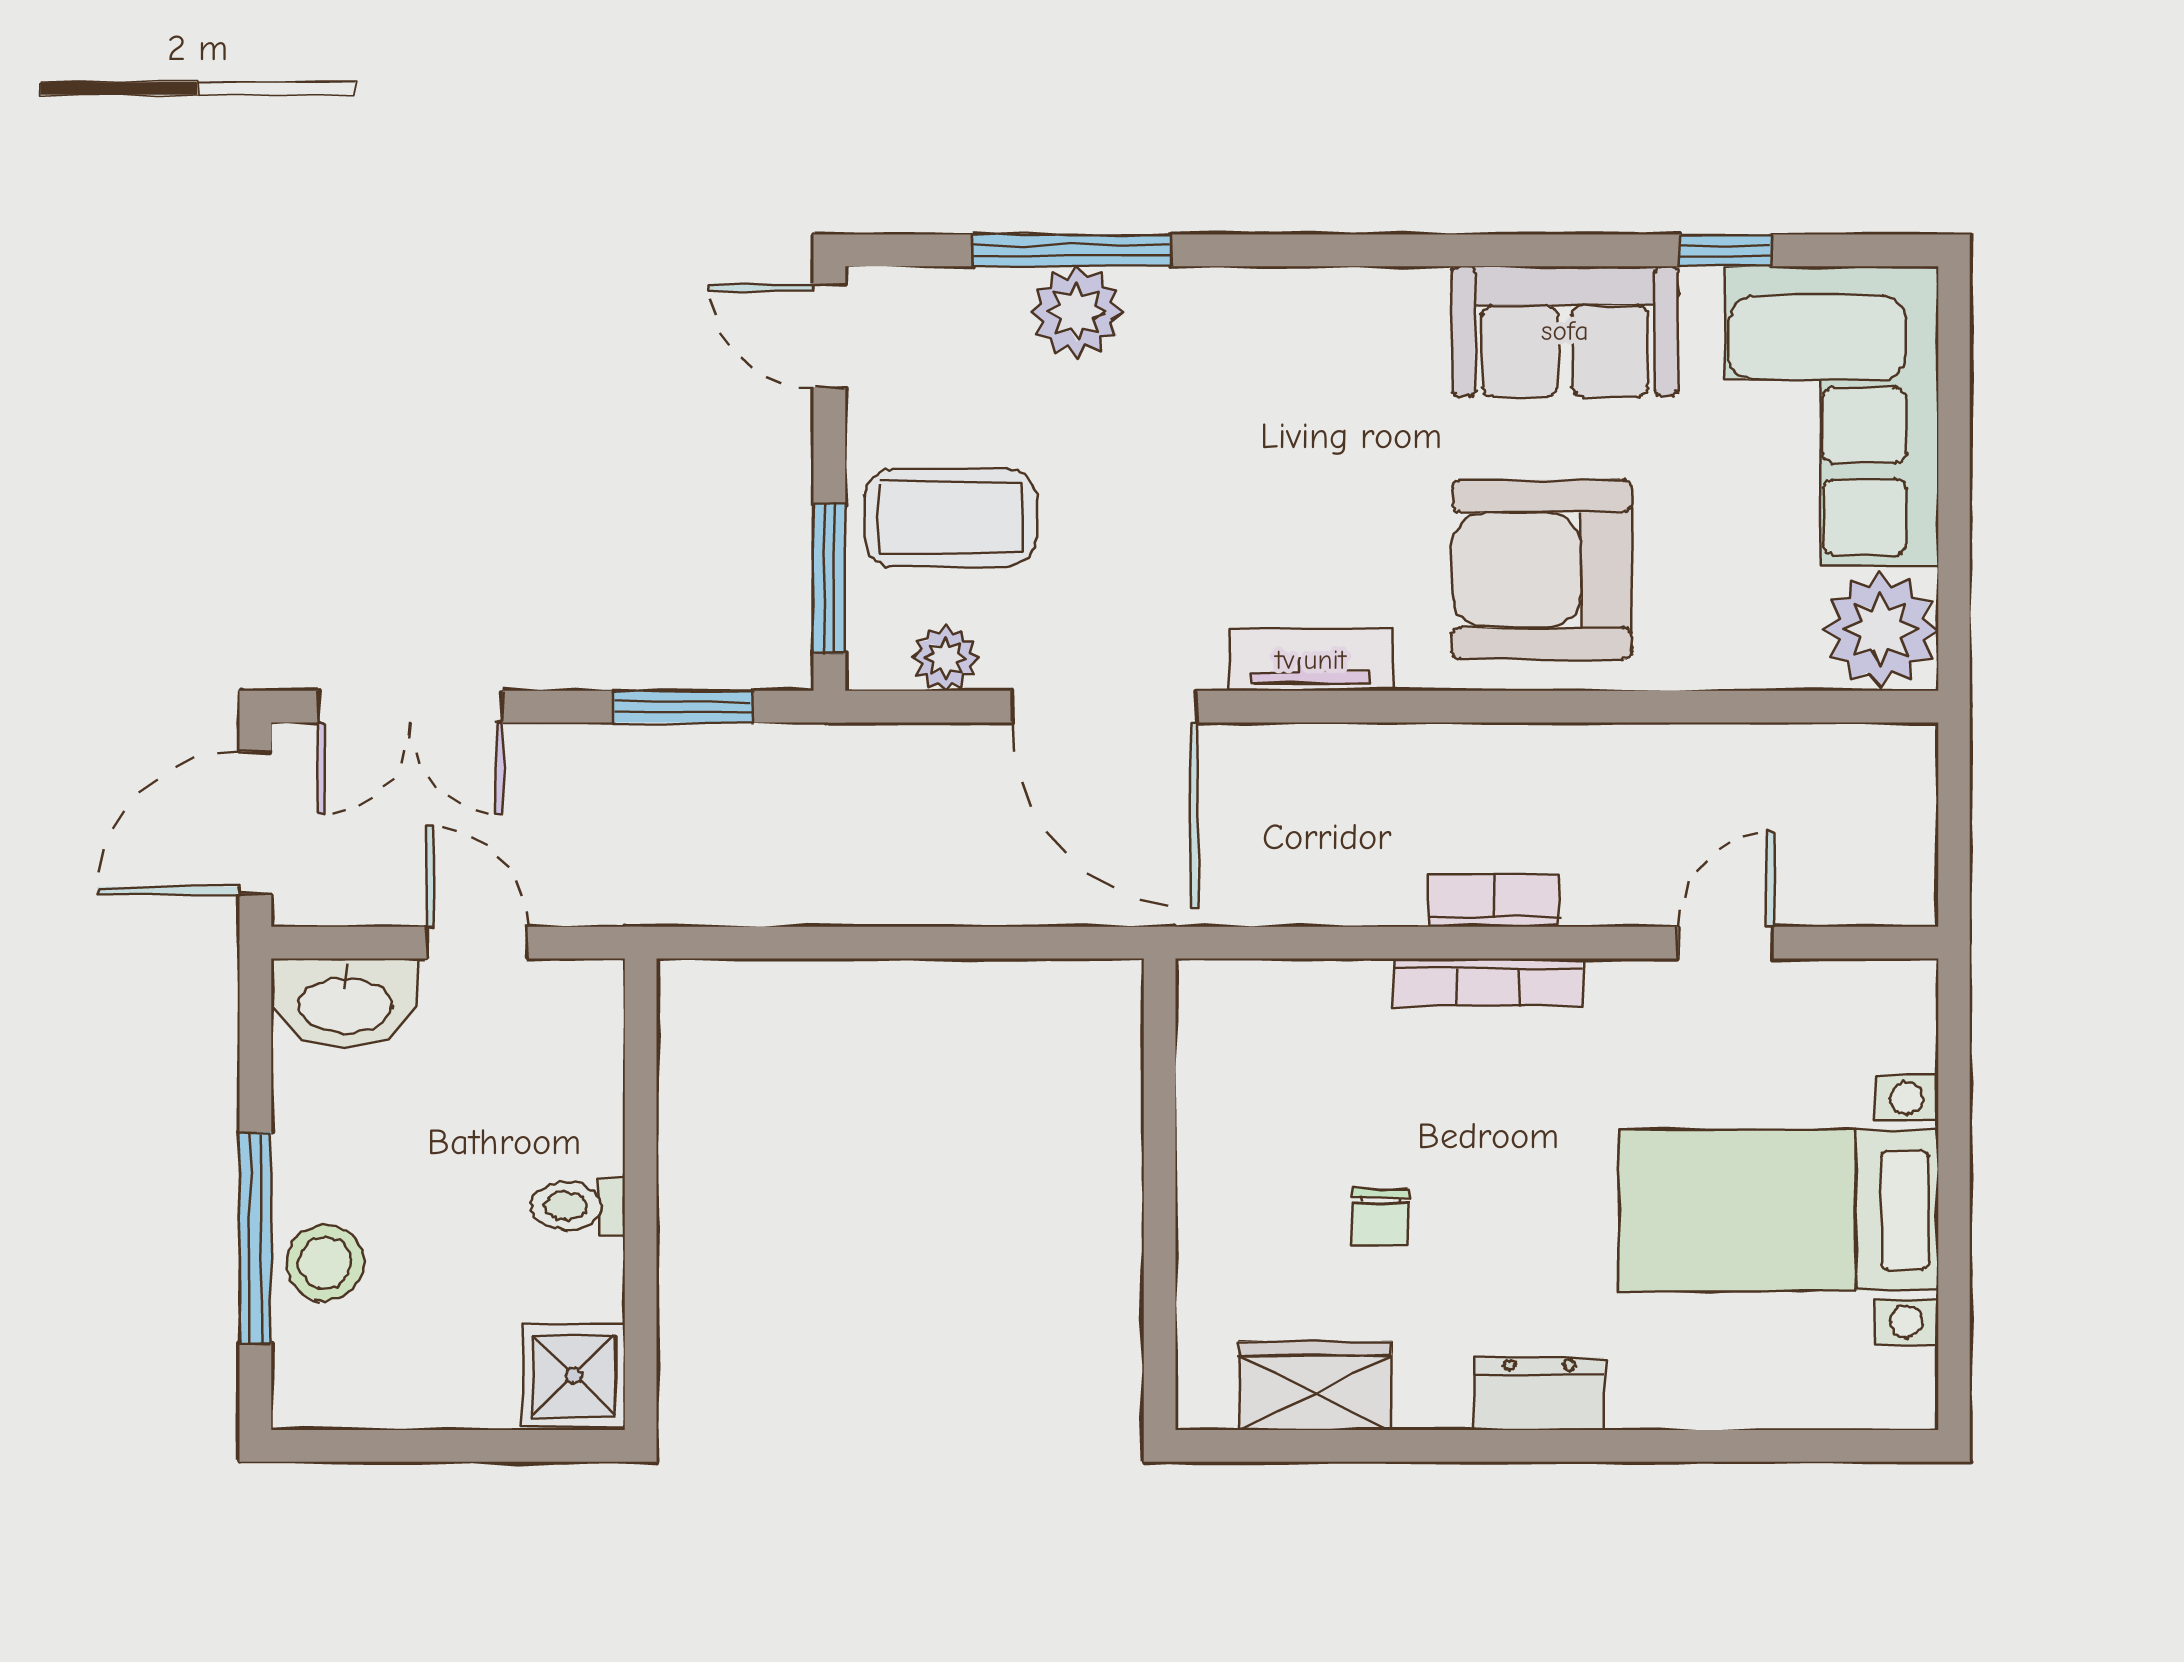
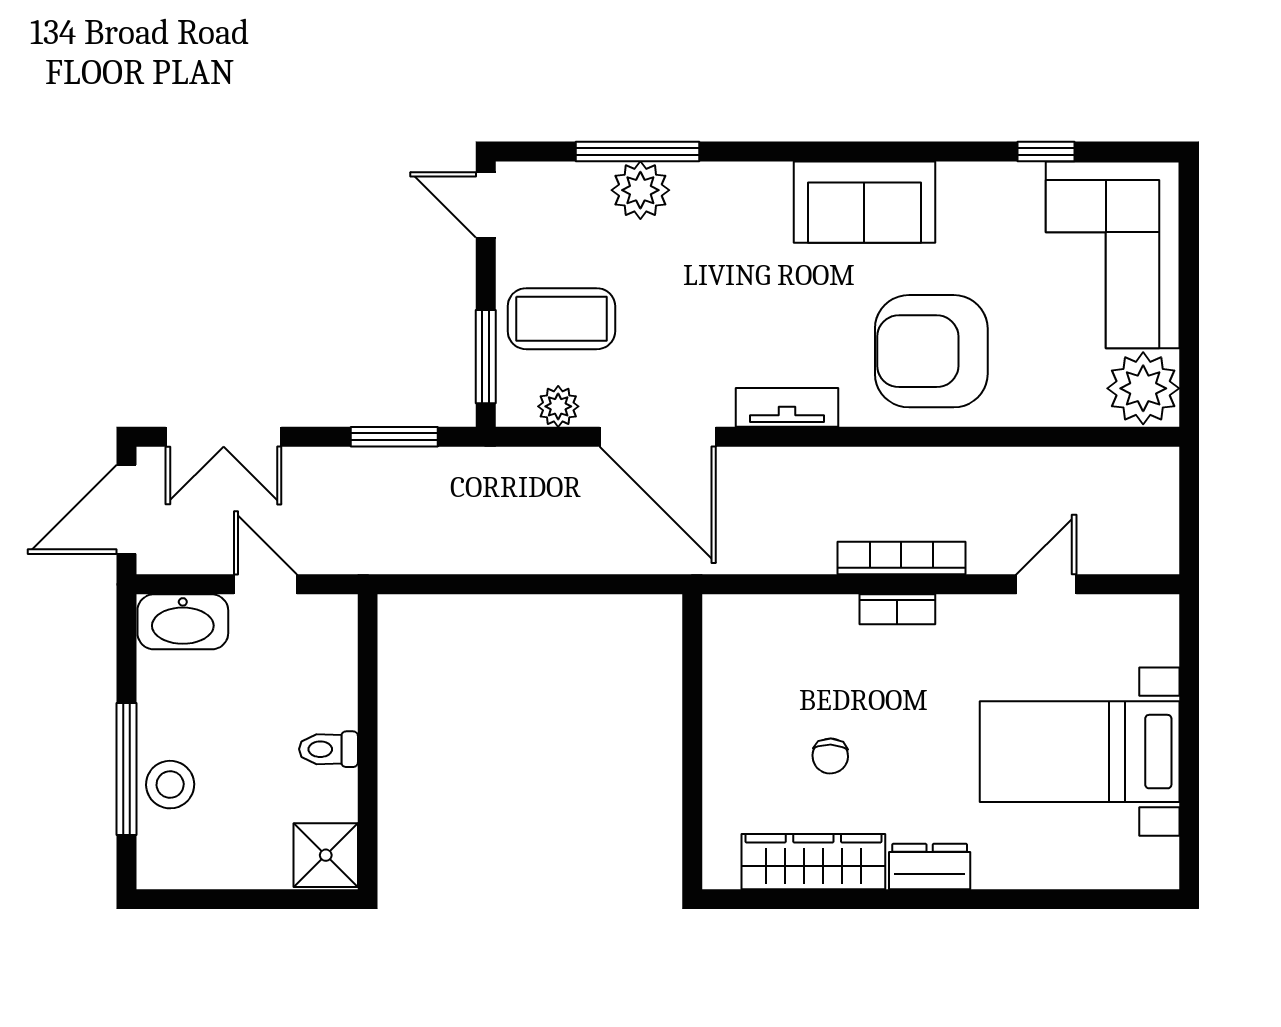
sofa: (1565, 331) -> (864, 202), moved
bookcase: (1494, 901) -> (901, 558), width x1.56
bookcase: (1488, 982) -> (897, 609), width x0.64
wardrobe: (1315, 1386) -> (813, 862), width x1.50

